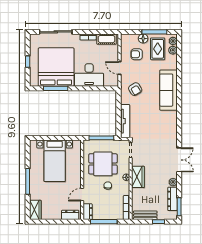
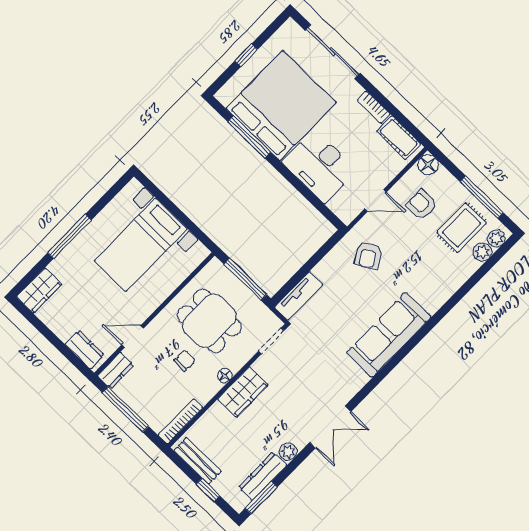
floor lamp: (143, 39) -> (428, 165), moved
door: (119, 68) -> (376, 200), swing flipped
sofa: (168, 90) -> (389, 335), moved
tv unit: (125, 121) -> (299, 296), width x0.71

